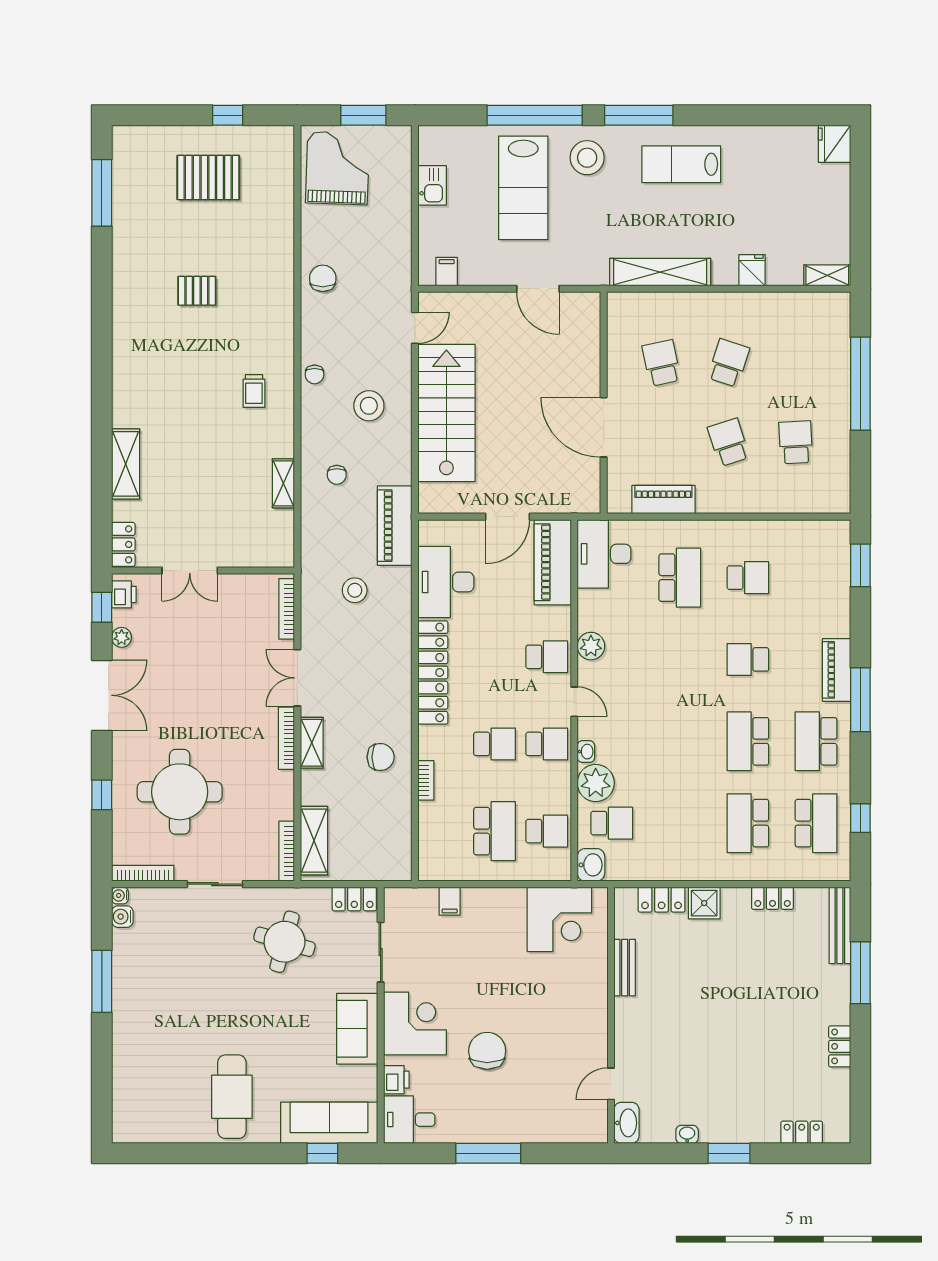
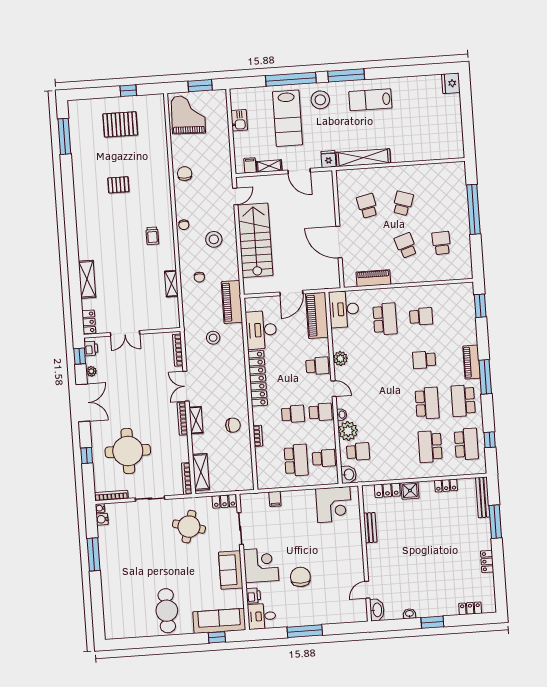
fridge: (752, 270) -> (328, 159), moved
shelving: (827, 275) -> (269, 166), moved
school desk: (748, 741) -> (427, 403), turned 180

